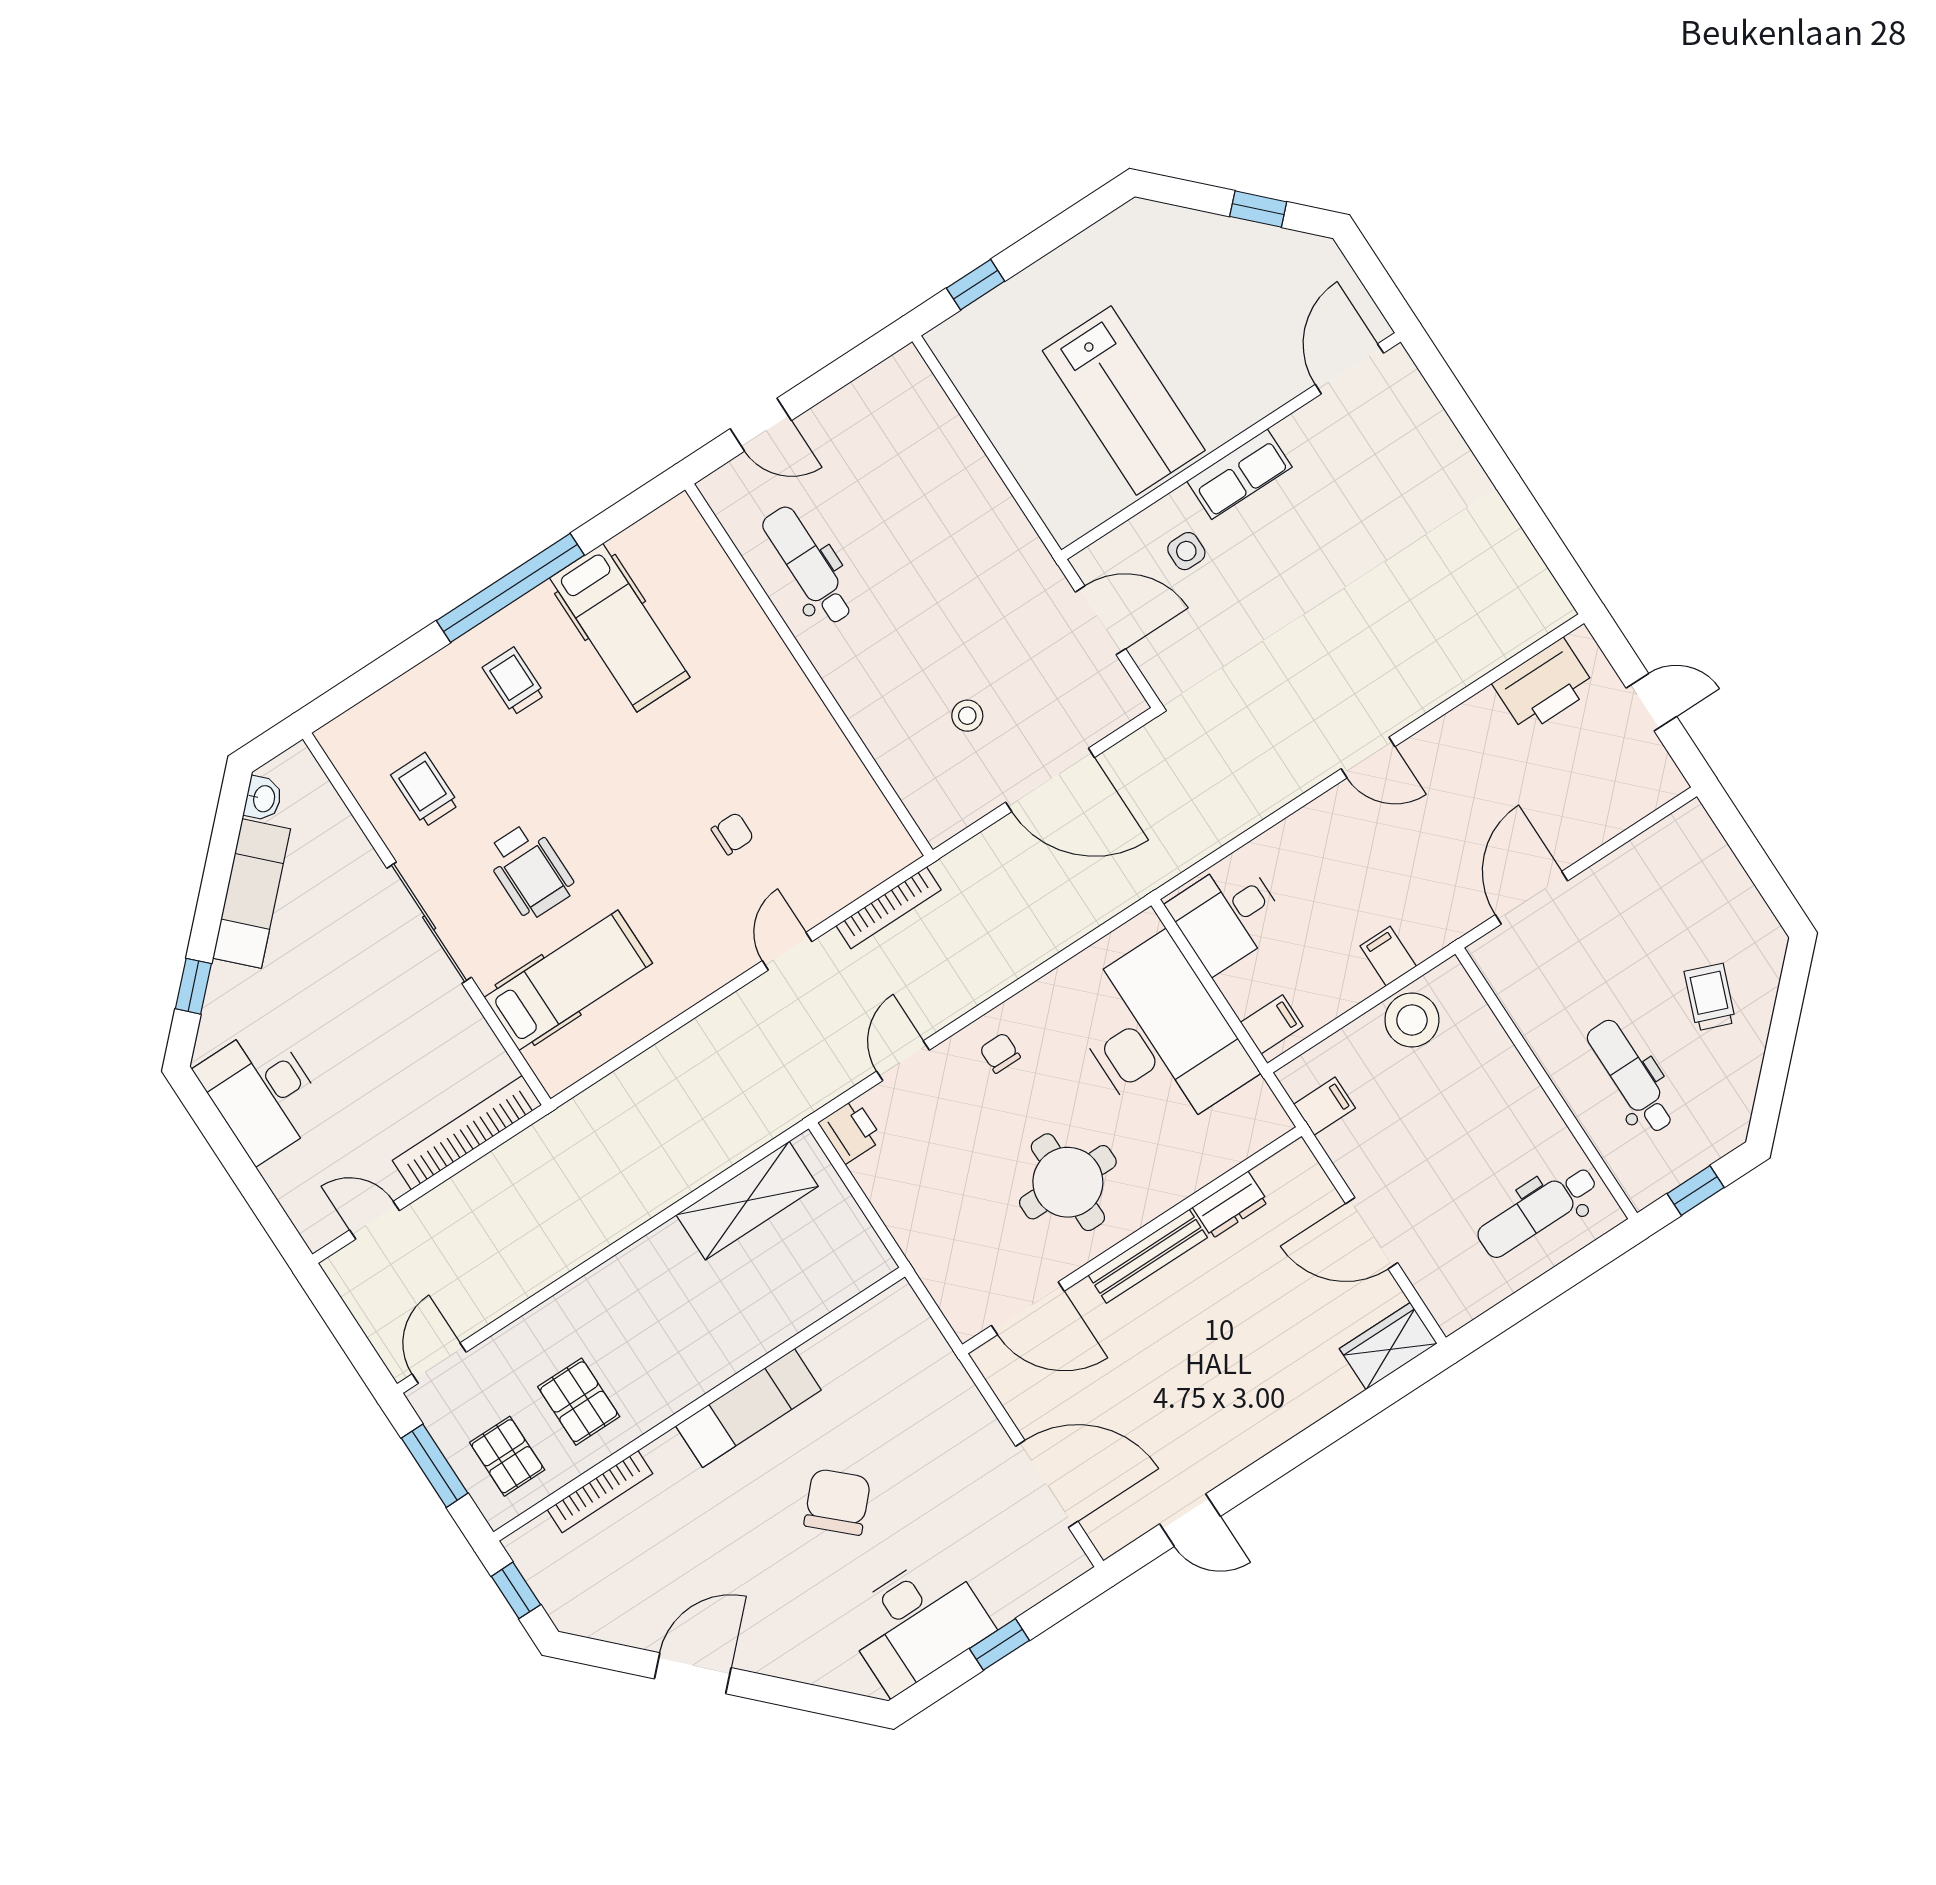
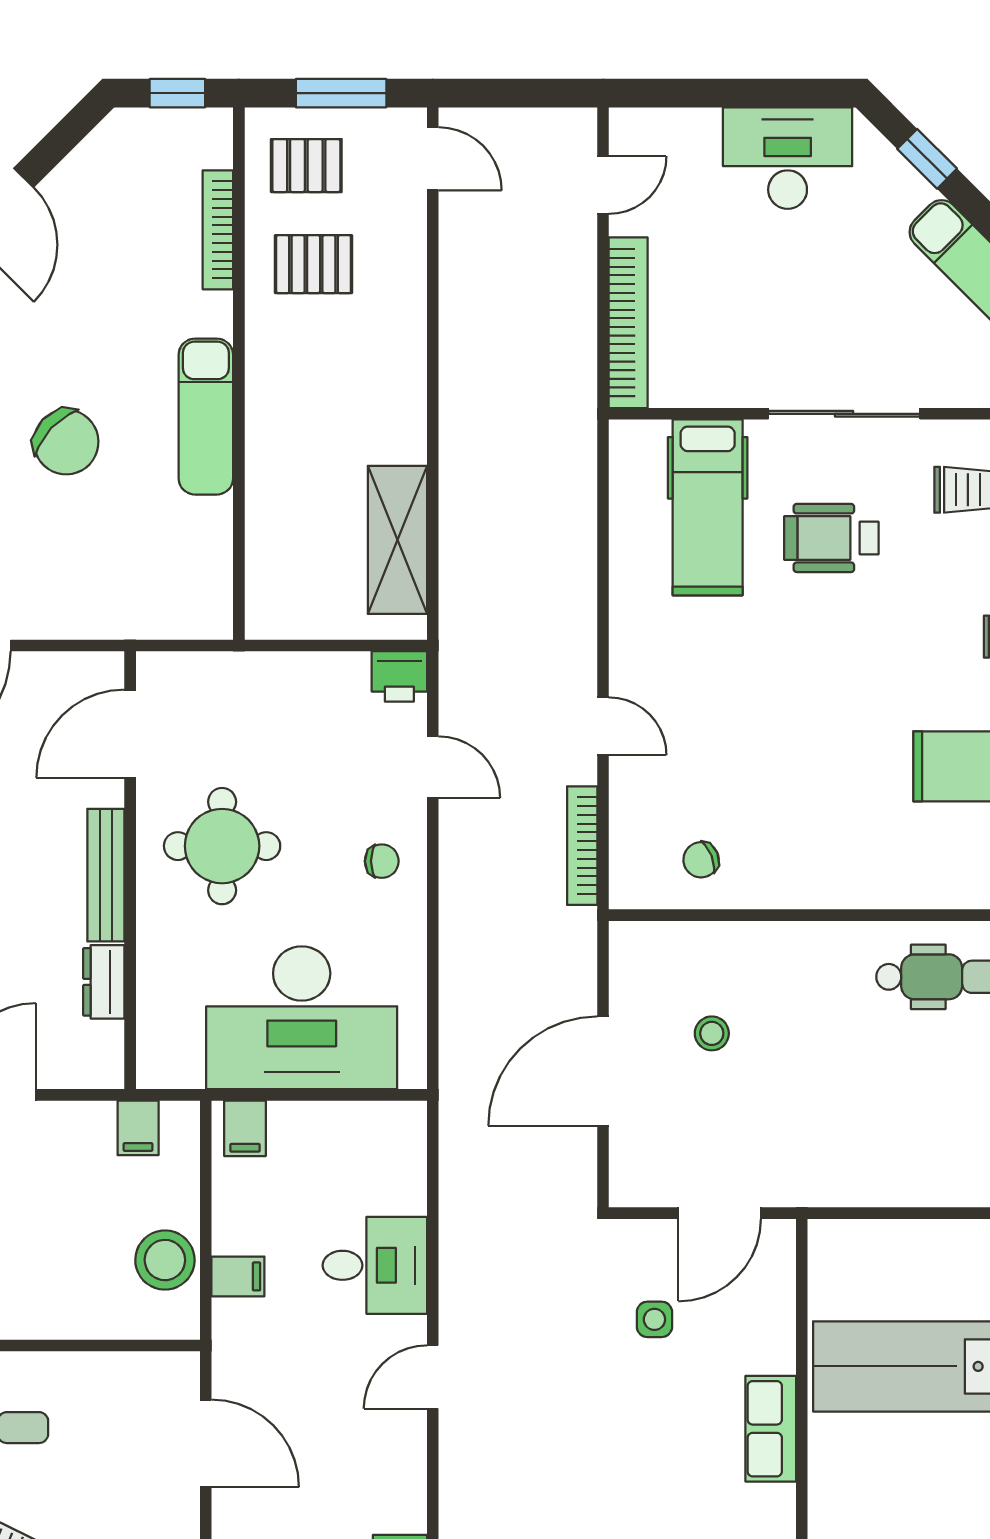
side table: (1186, 551) -> (654, 1319), moved
chair: (733, 834) -> (701, 860), moved, turned 68
desk: (1227, 915) -> (375, 1265), moved, turned 90

